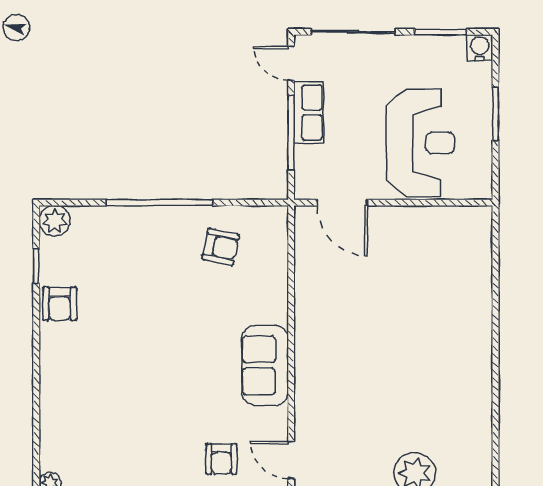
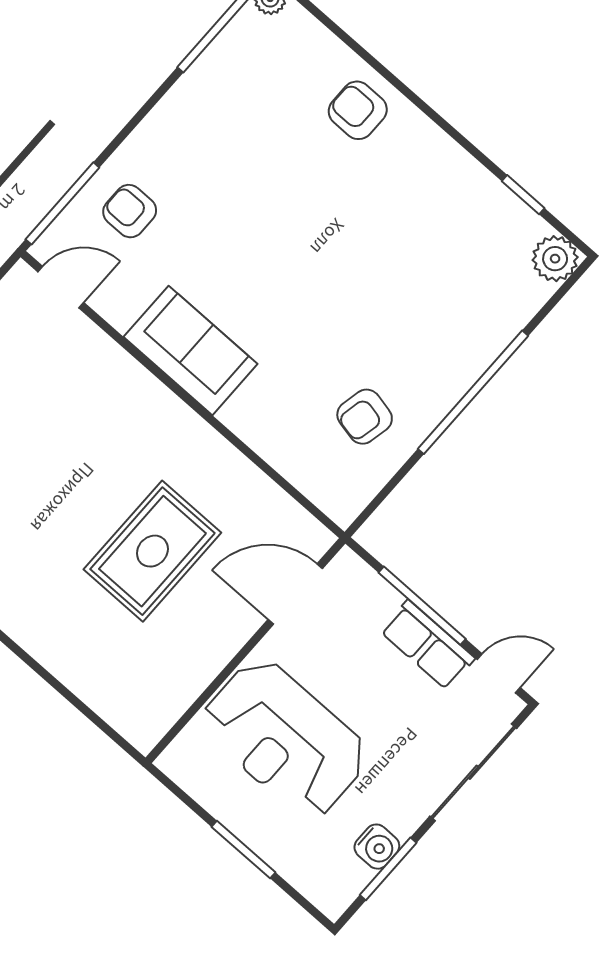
water cooler: (480, 48) -> (377, 847), moved
rug: (384, 295) -> (152, 551), added
armchair: (60, 304) -> (358, 110), moved

